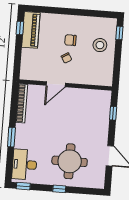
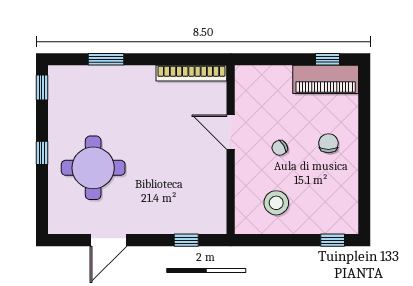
chair: (70, 40) -> (328, 143), moved
stool: (100, 45) -> (276, 203), moved
window: (11, 137) -> (106, 59), moved
desk: (24, 165) -> (81, 87), removed

